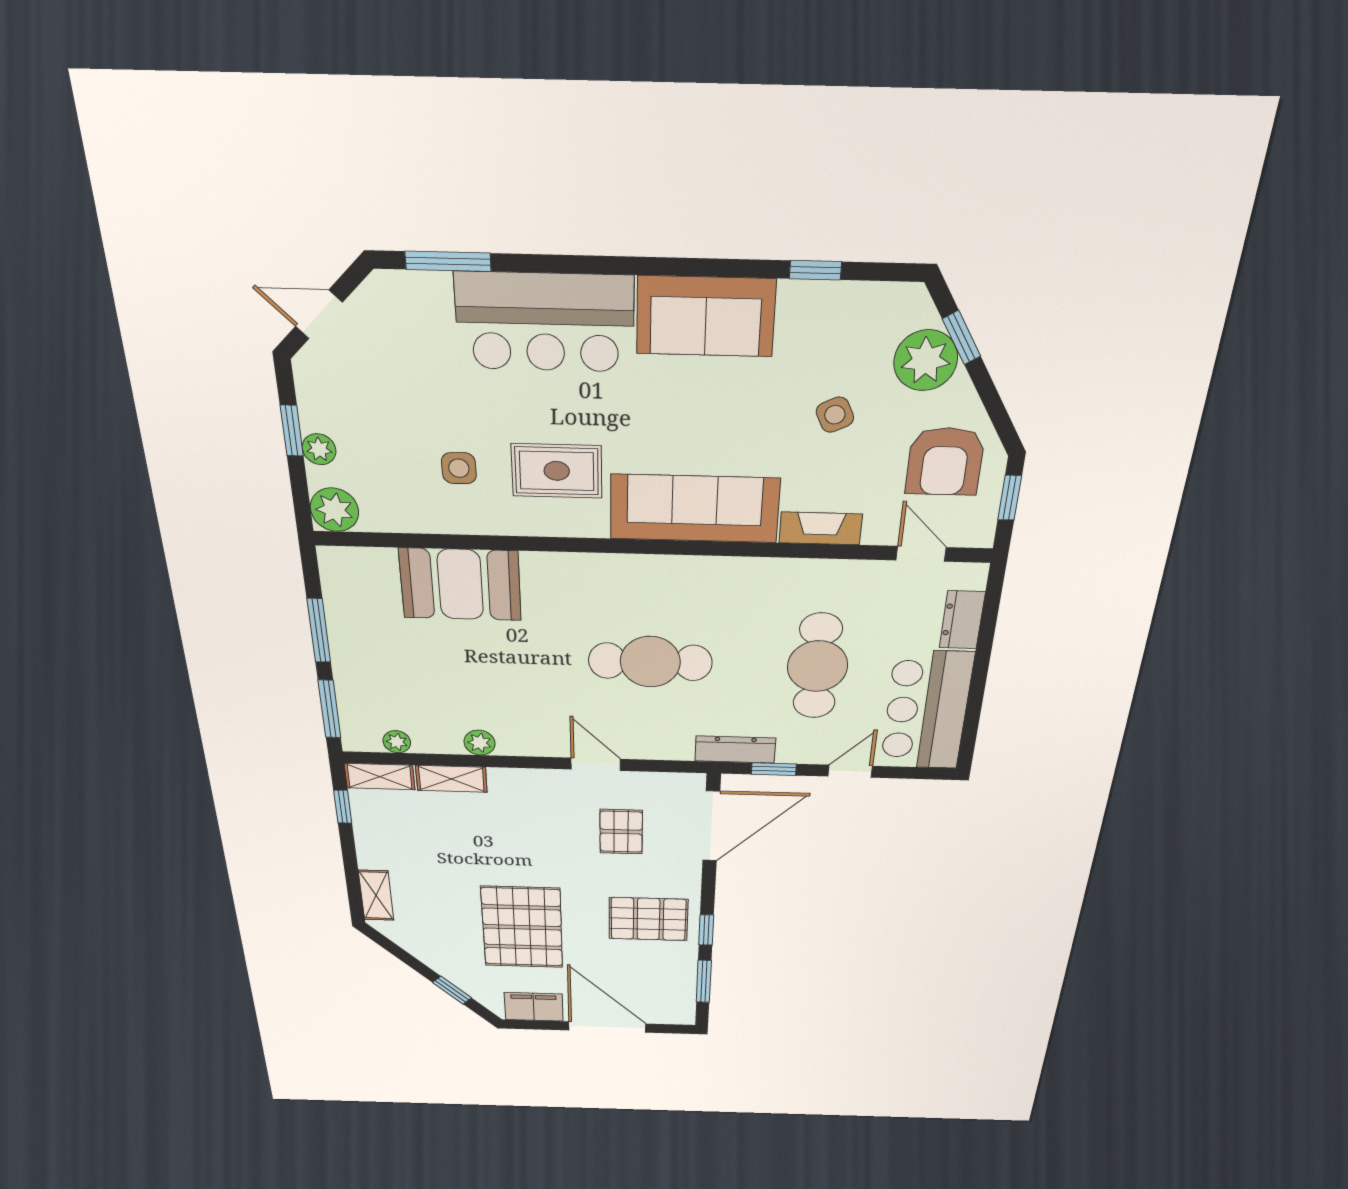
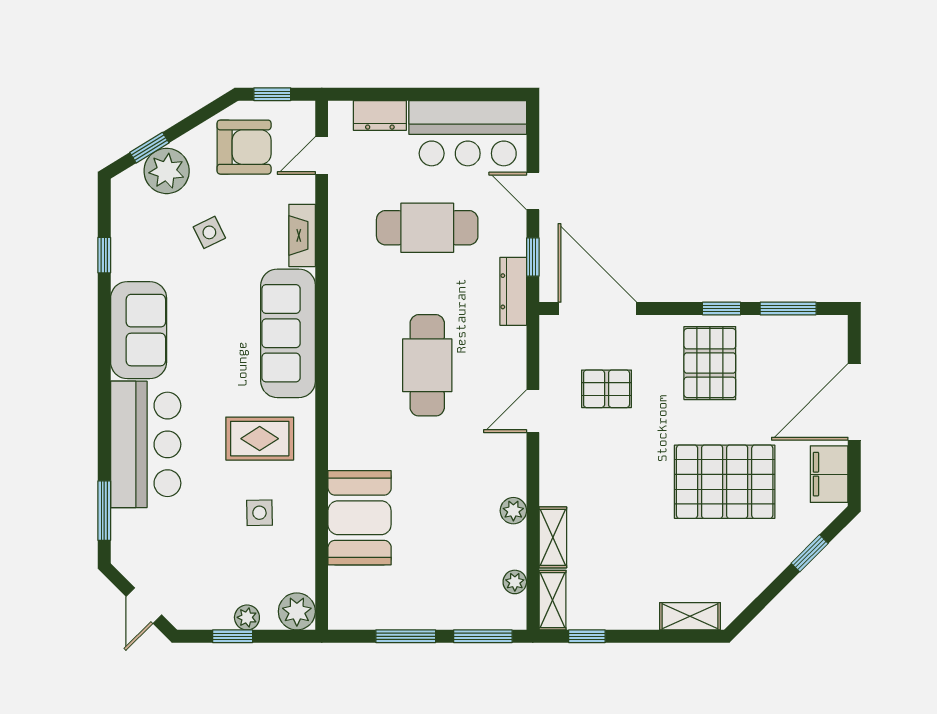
rug: (557, 471) -> (260, 439), turned 90

